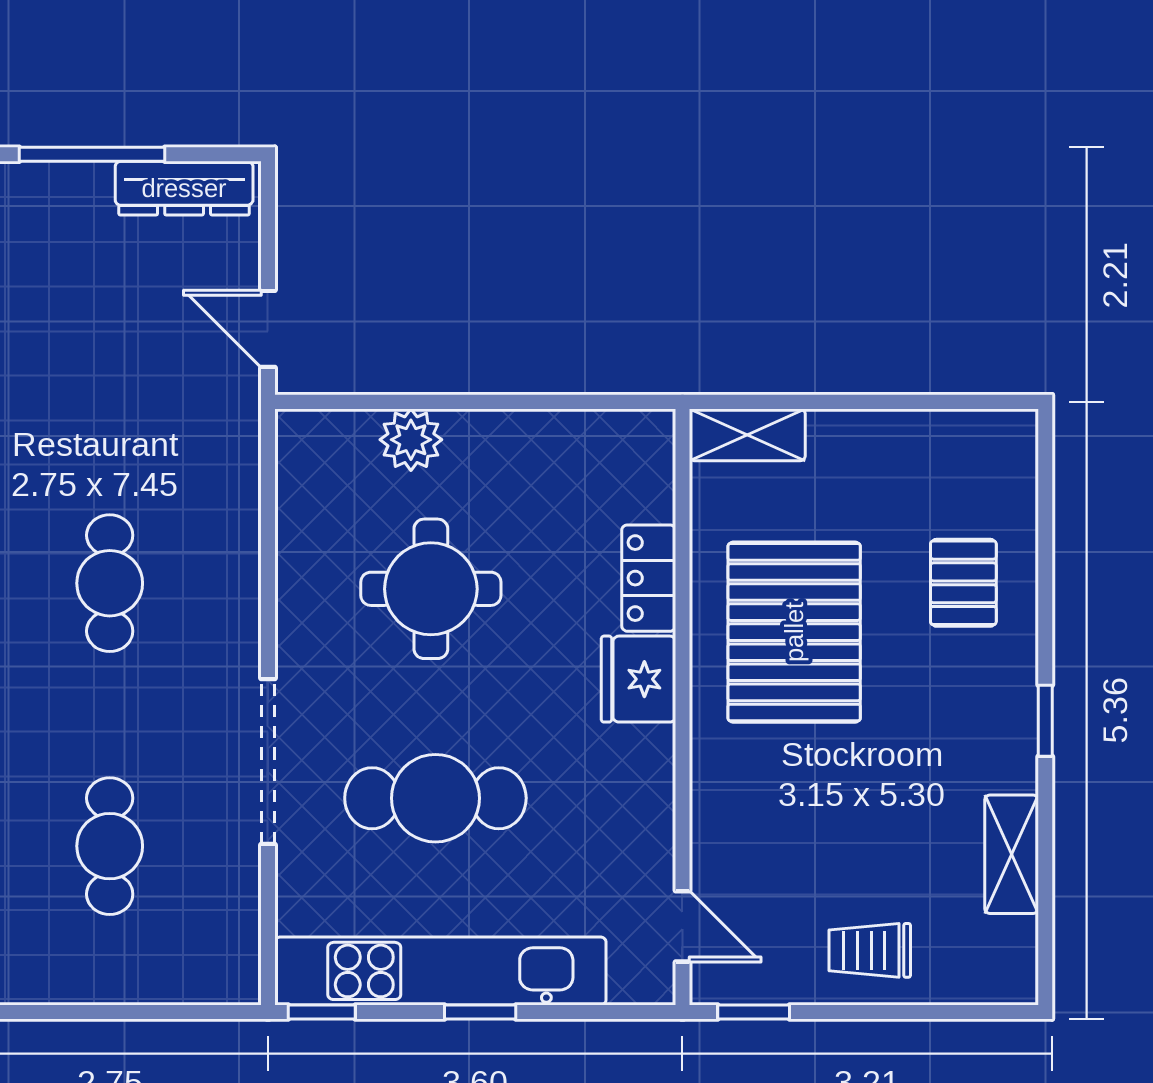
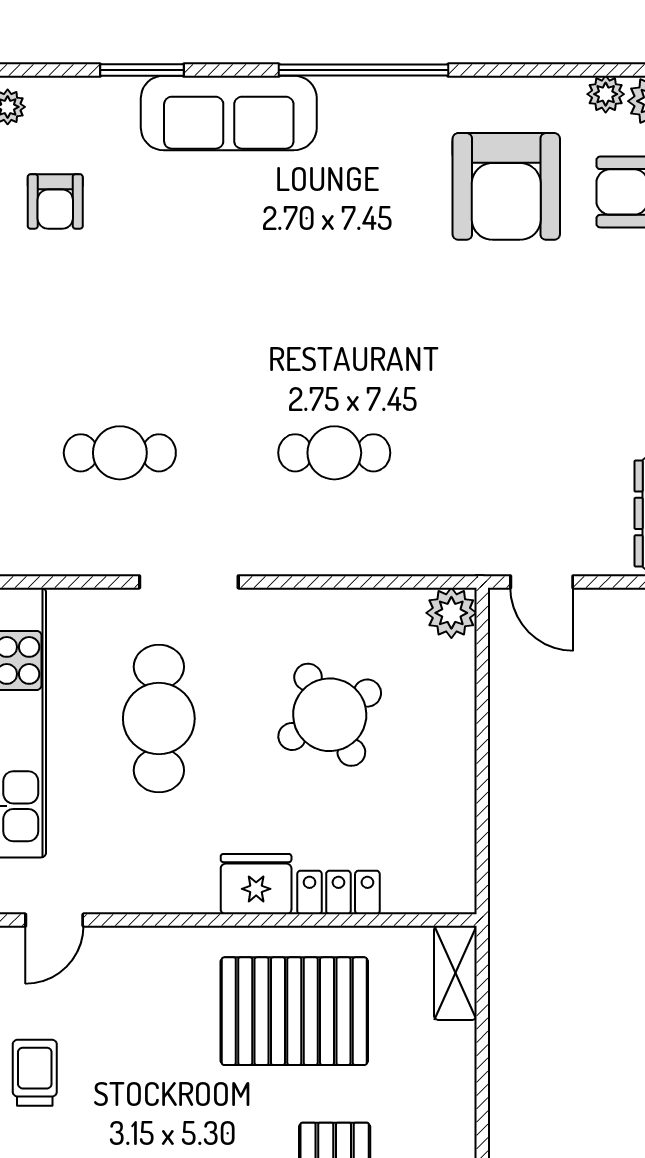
door: (268, 329) -> (542, 582), swing flipped
plant: (411, 440) -> (451, 613), moved
round table: (431, 589) -> (330, 715), turned -30
doorway: (268, 761) -> (189, 582), width x0.73

